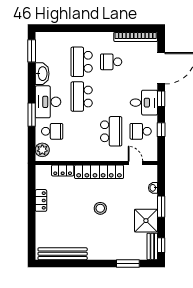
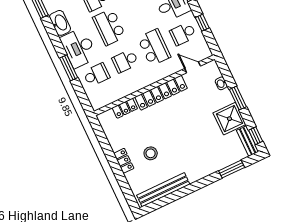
school desk: (82, 131) -> (125, 61), added
plant: (42, 150) -> (95, 97), removed
locker: (41, 200) -> (124, 161), moved
stool: (100, 208) -> (151, 153), moved

